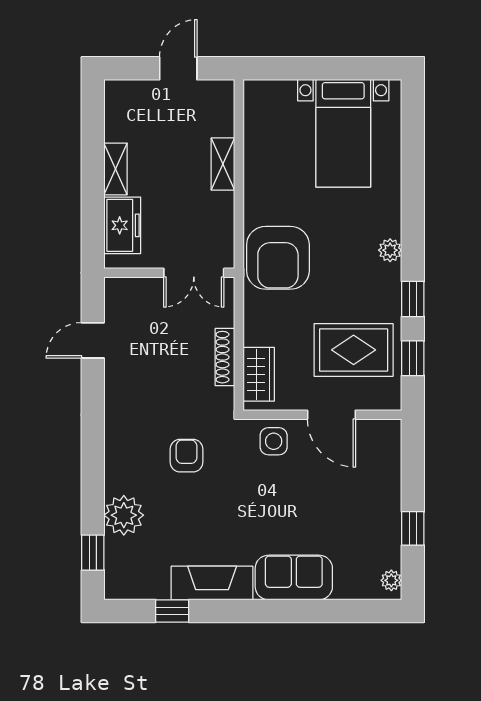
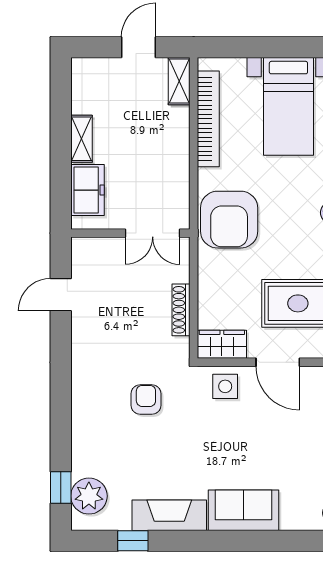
bookcase: (255, 147) -> (208, 119), added
shelving: (223, 164) -> (179, 81), moved
wardrobe: (259, 374) -> (222, 344), moved, turned -90
plant: (124, 515) -> (89, 496), moved

